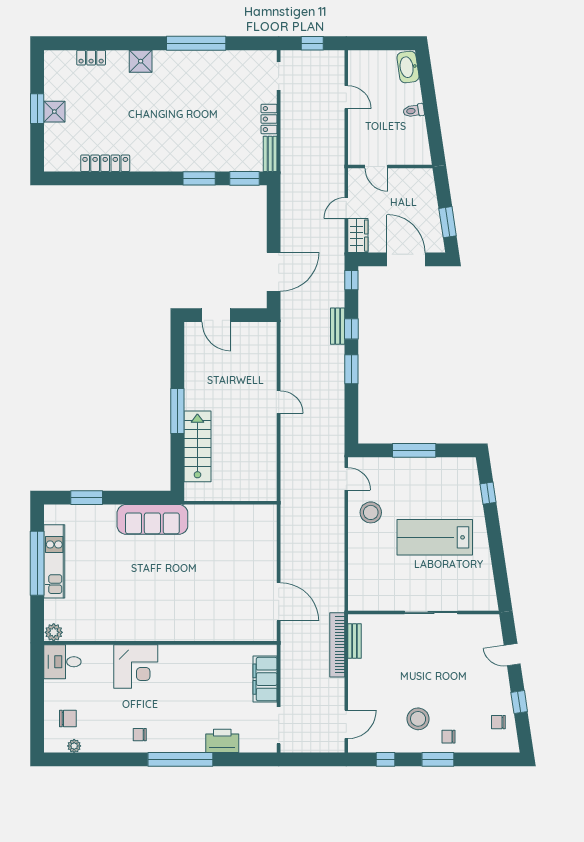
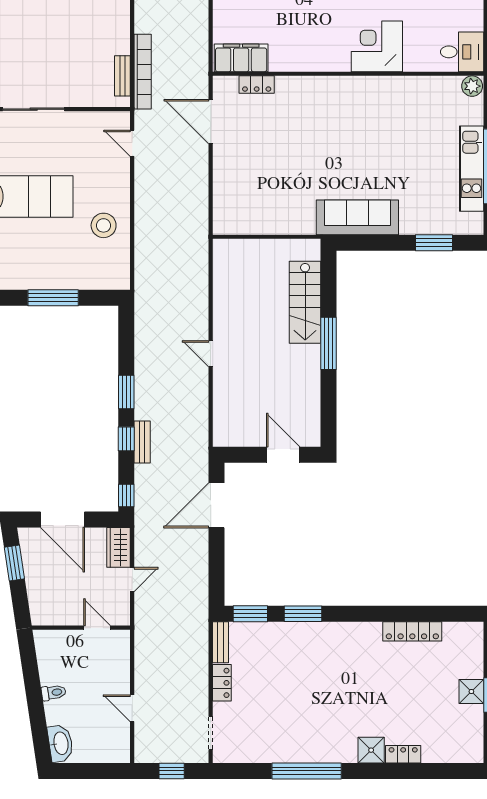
locker: (91, 58) -> (403, 754), moved
door: (346, 479) -> (132, 143), moved
locker: (239, 634) -> (257, 85), added
filing cabinet: (265, 679) -> (241, 58), moved, turned -90

